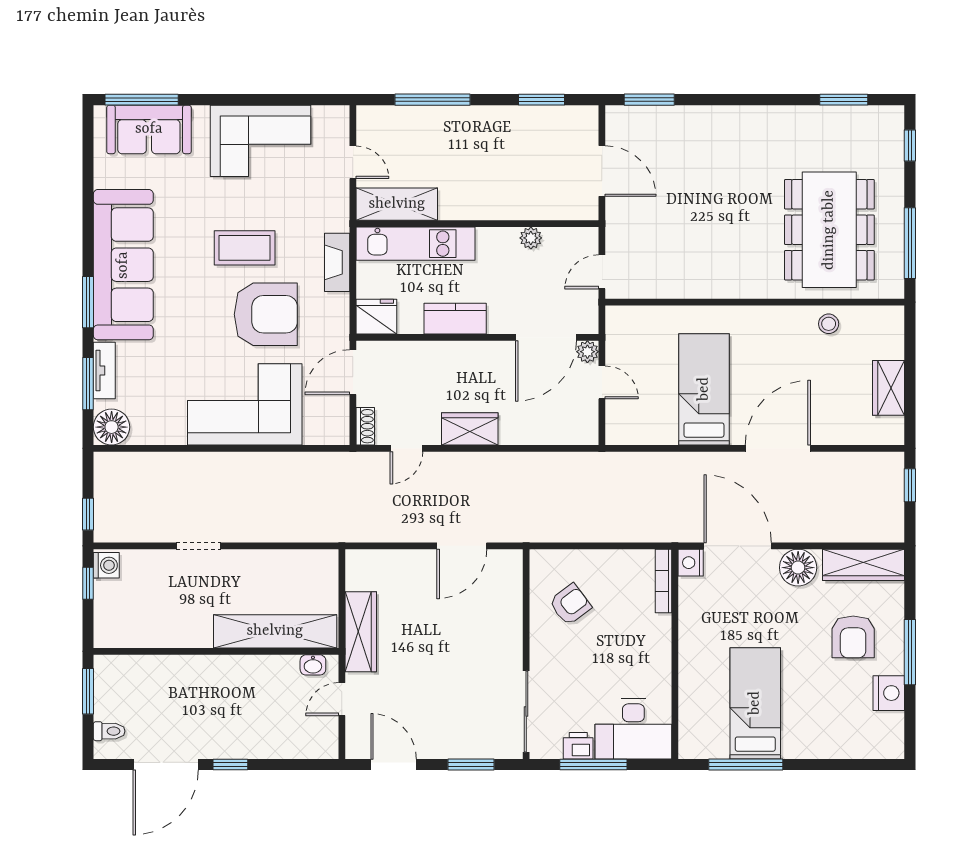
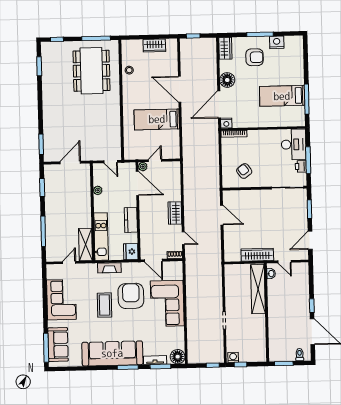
dining table: (829, 230) -> (91, 71), turned 90
wardrobe: (864, 565) -> (225, 48), width x0.67

